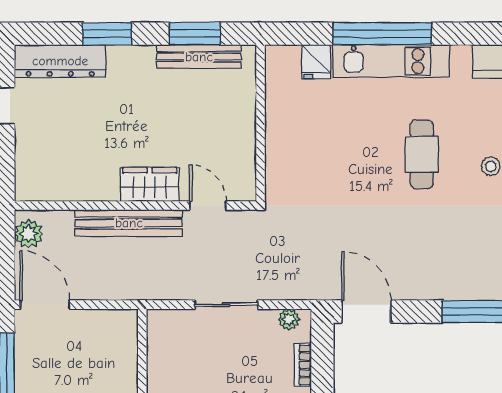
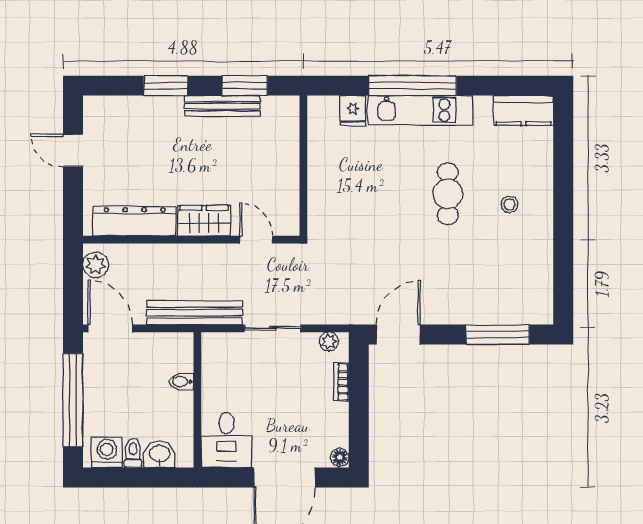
bench: (199, 57) -> (222, 106), moved
dresser: (60, 61) -> (135, 221), moved, turned 180
bench: (129, 223) -> (194, 313), moved
door: (366, 312) -> (398, 335), hinge flipped
bidet: (125, 364) -> (182, 382), added

